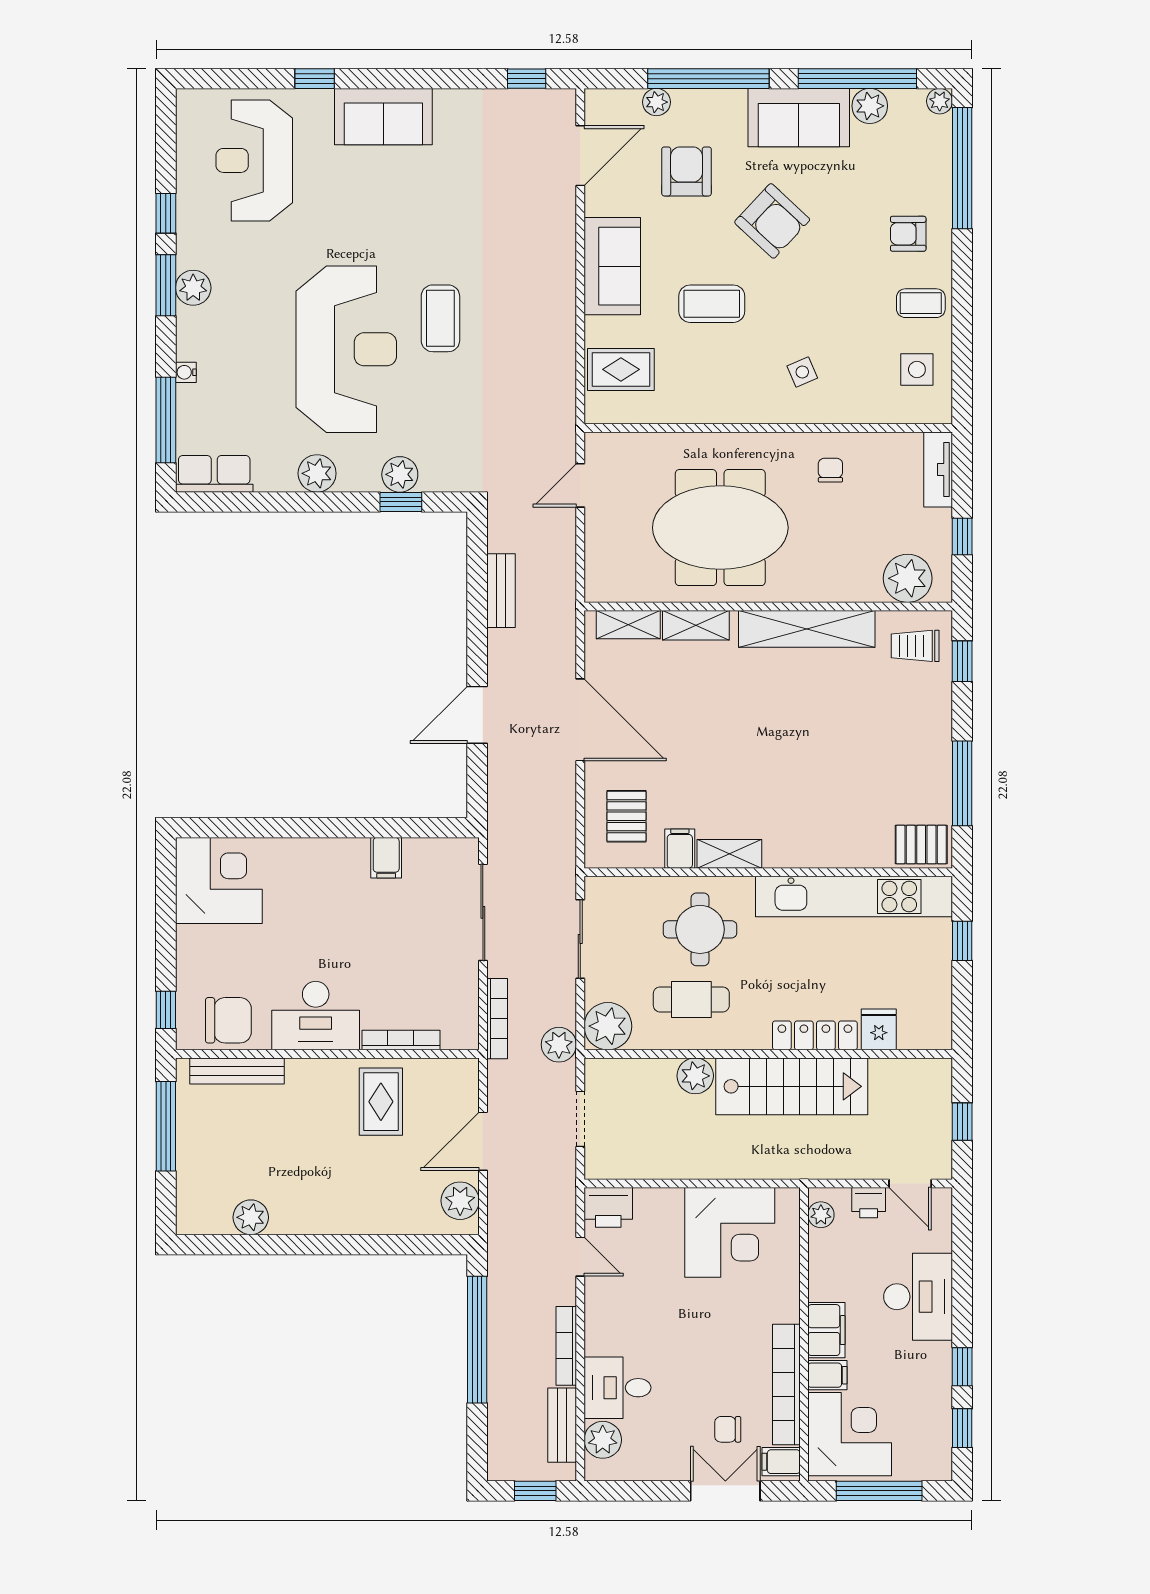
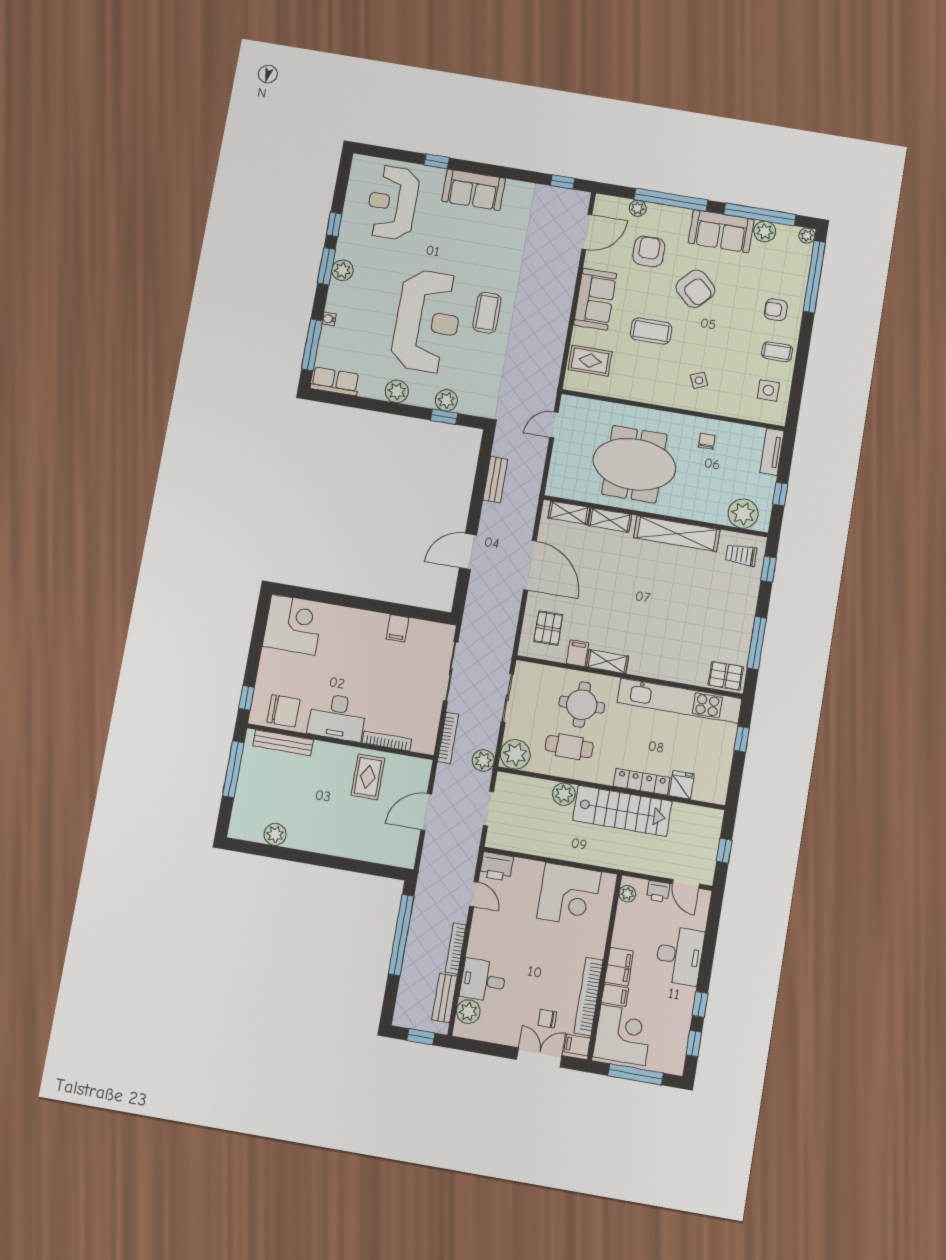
plant: (460, 1201) -> (406, 846), removed

